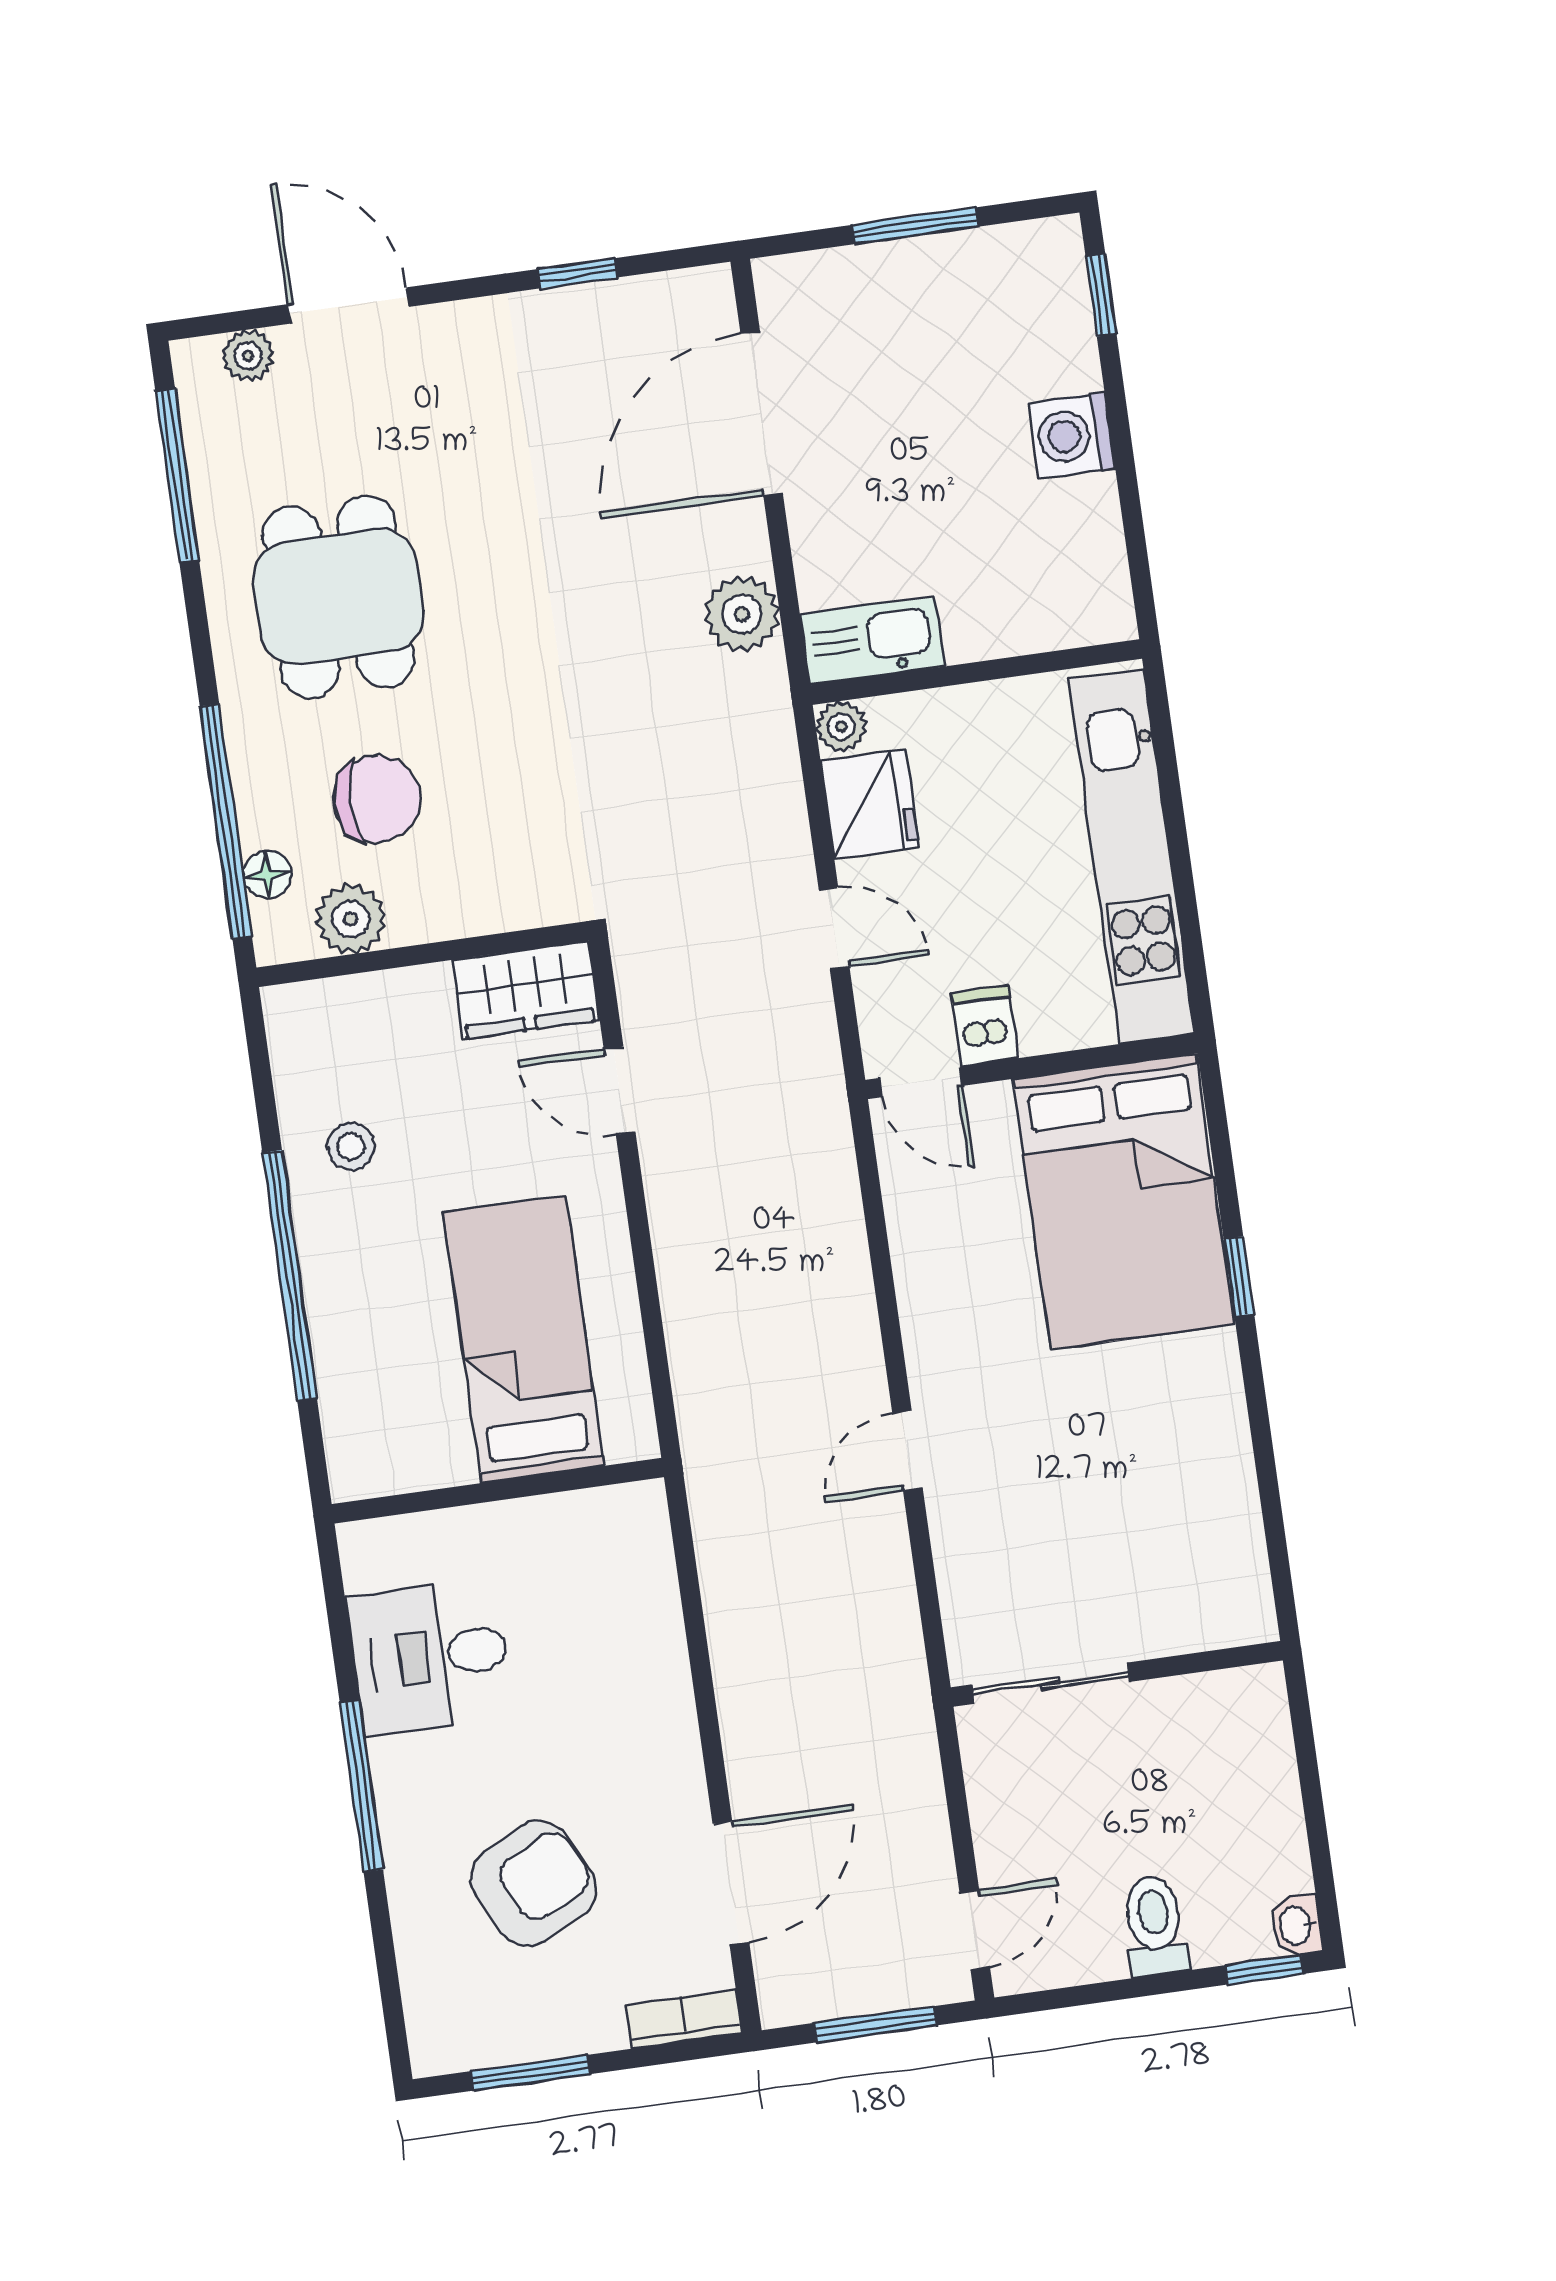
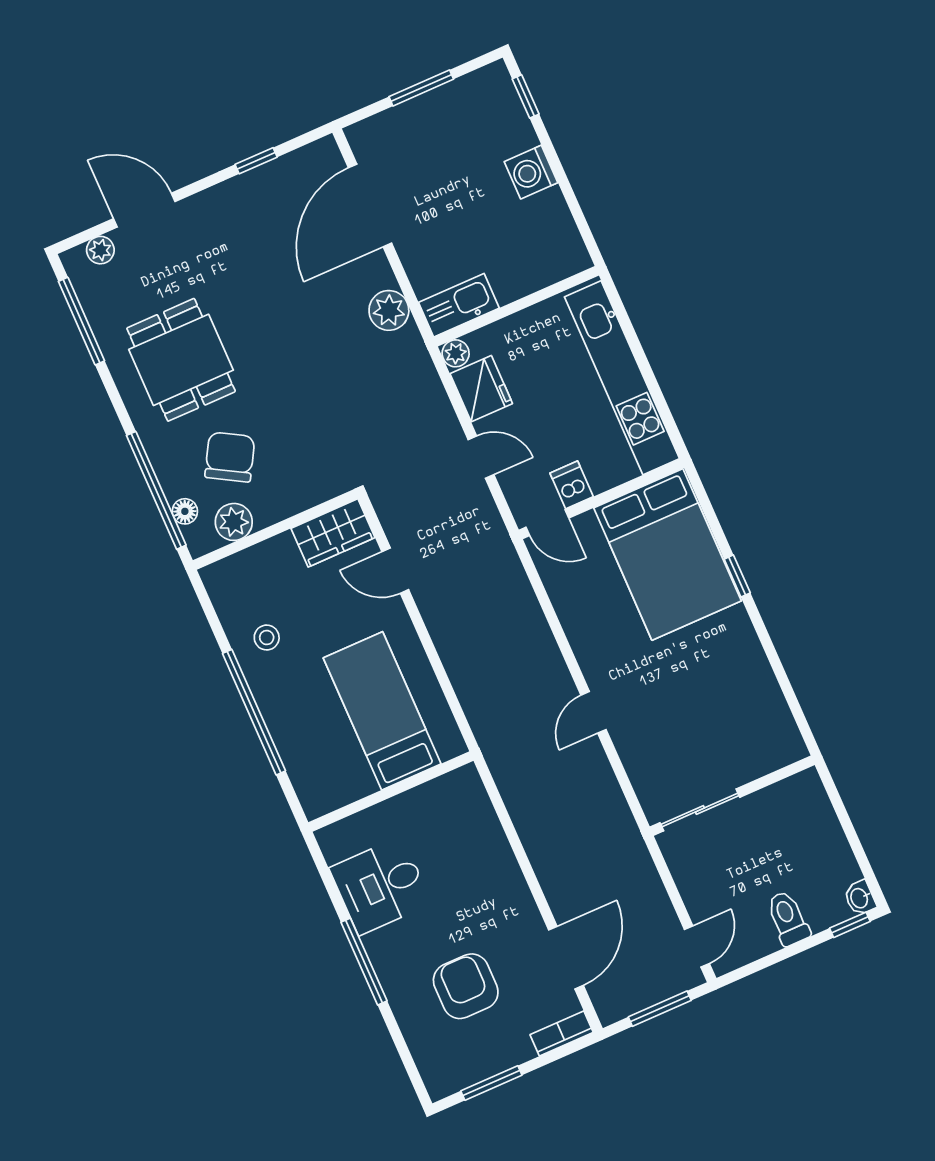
chair: (377, 799) -> (230, 457), turned -60
armchair: (534, 1883) -> (466, 986), turned -63

